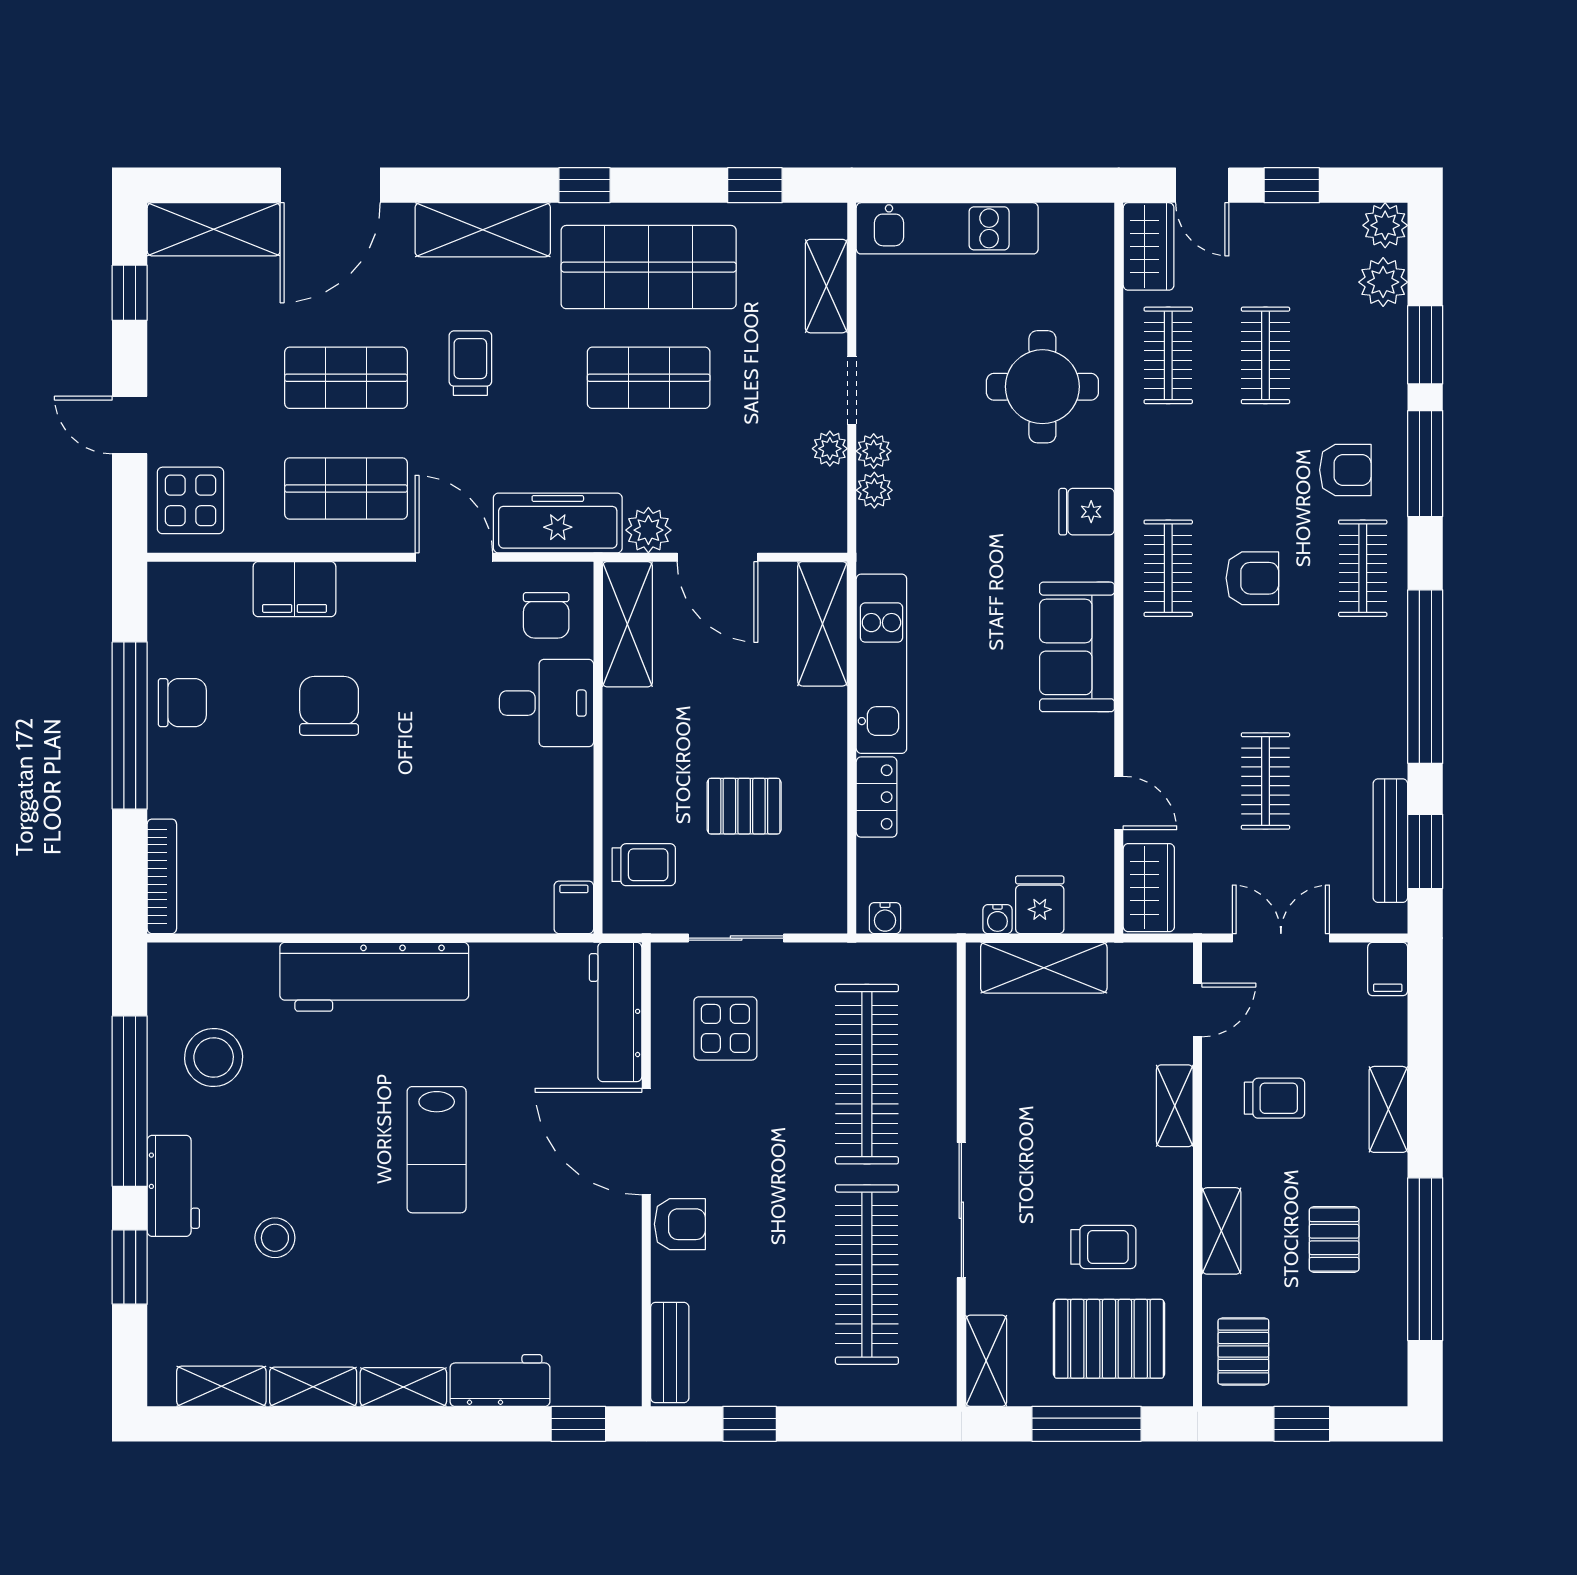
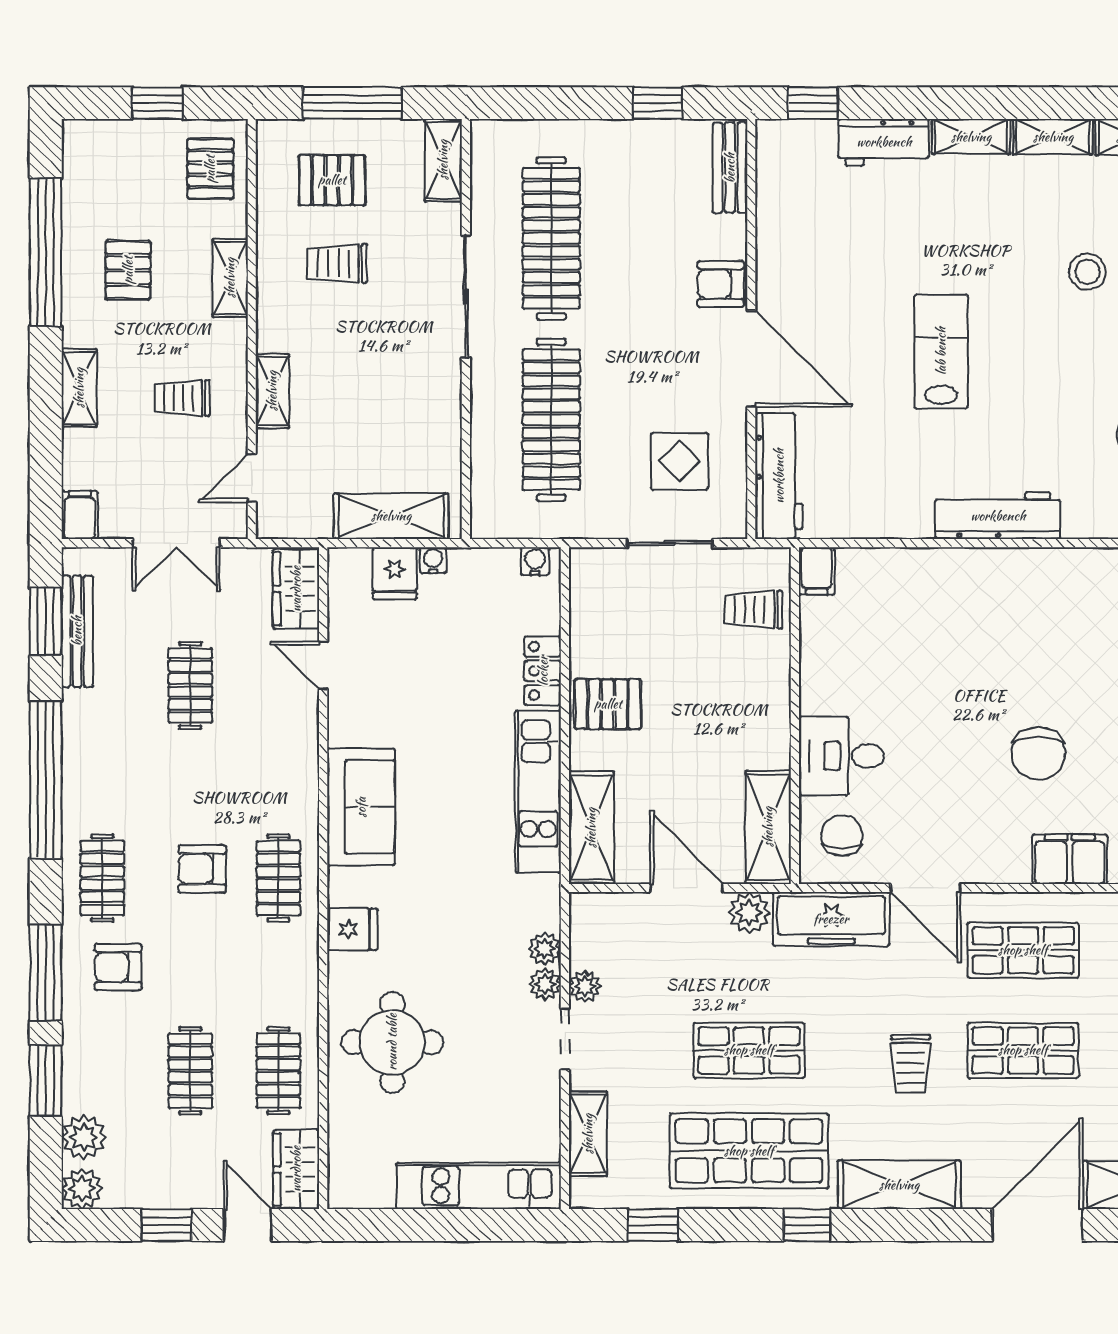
pallet: (744, 806) -> (608, 704), moved
workbench: (374, 977) -> (998, 516), width x0.73, depth x0.76
pallet: (1109, 1339) -> (332, 180), width x0.67, depth x0.71

